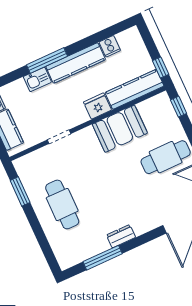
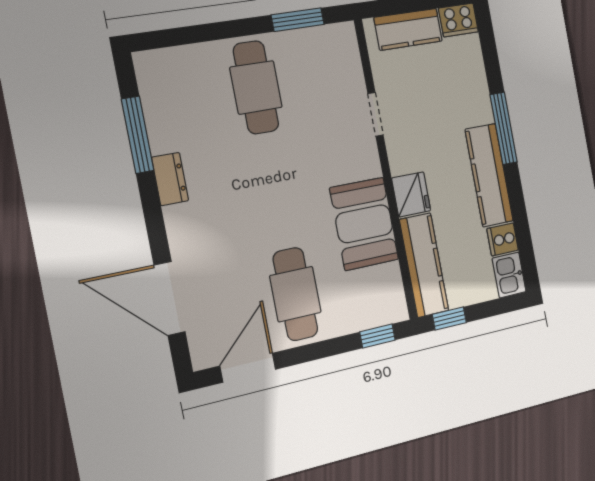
kitchen sink: (37, 79) -> (509, 275), moved
cafe table: (62, 204) -> (256, 87), turned 90

